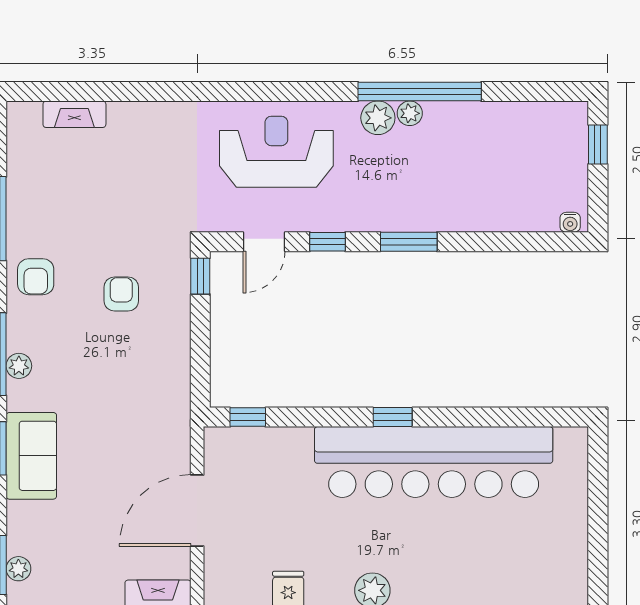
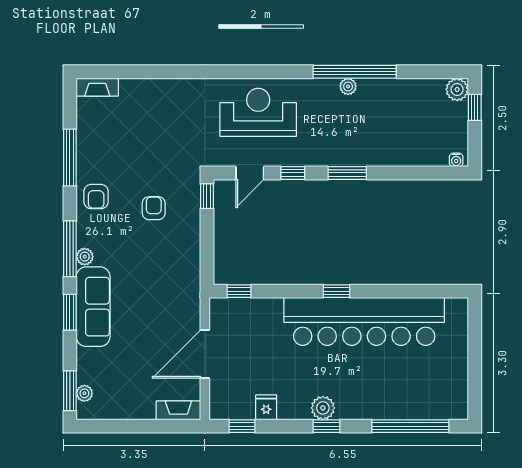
fireplace: (74, 114) -> (97, 87), moved
plant: (378, 118) -> (457, 89), moved
sofa: (31, 456) -> (93, 307), width x1.36

